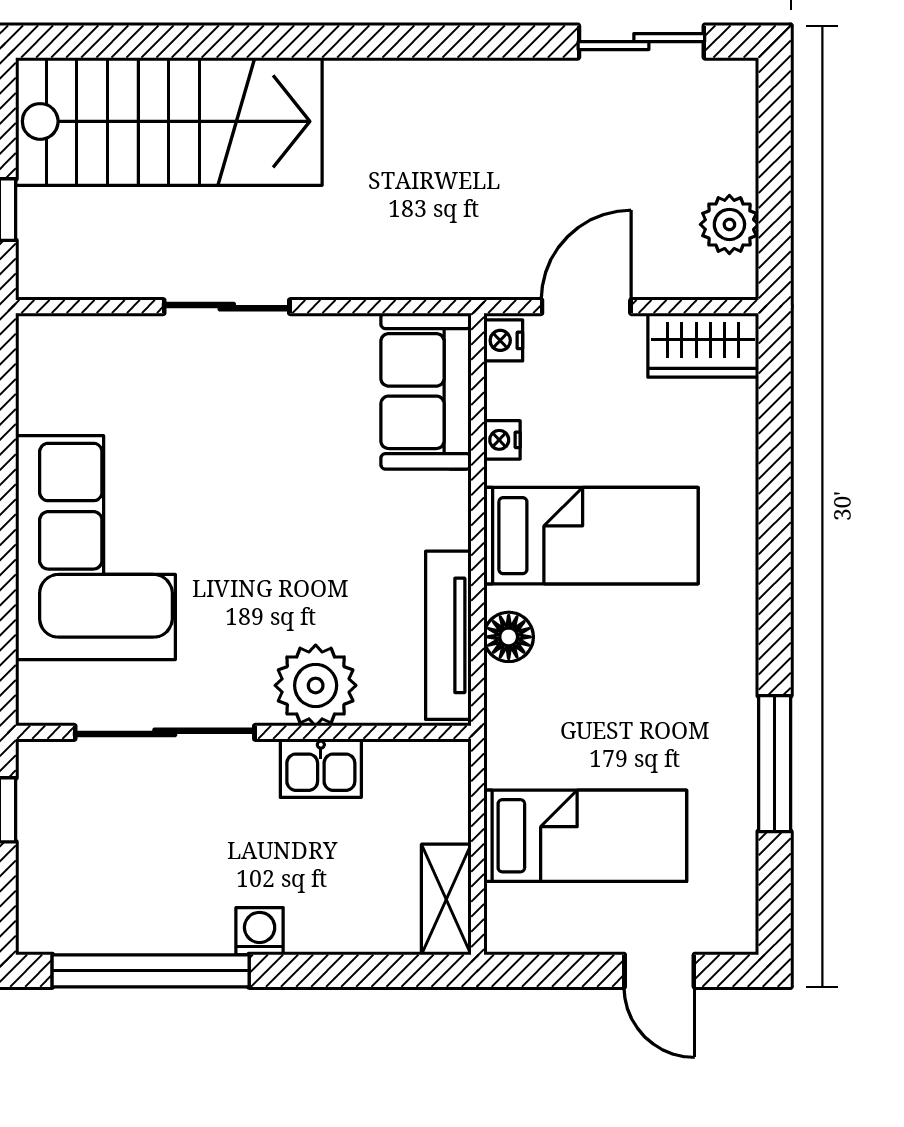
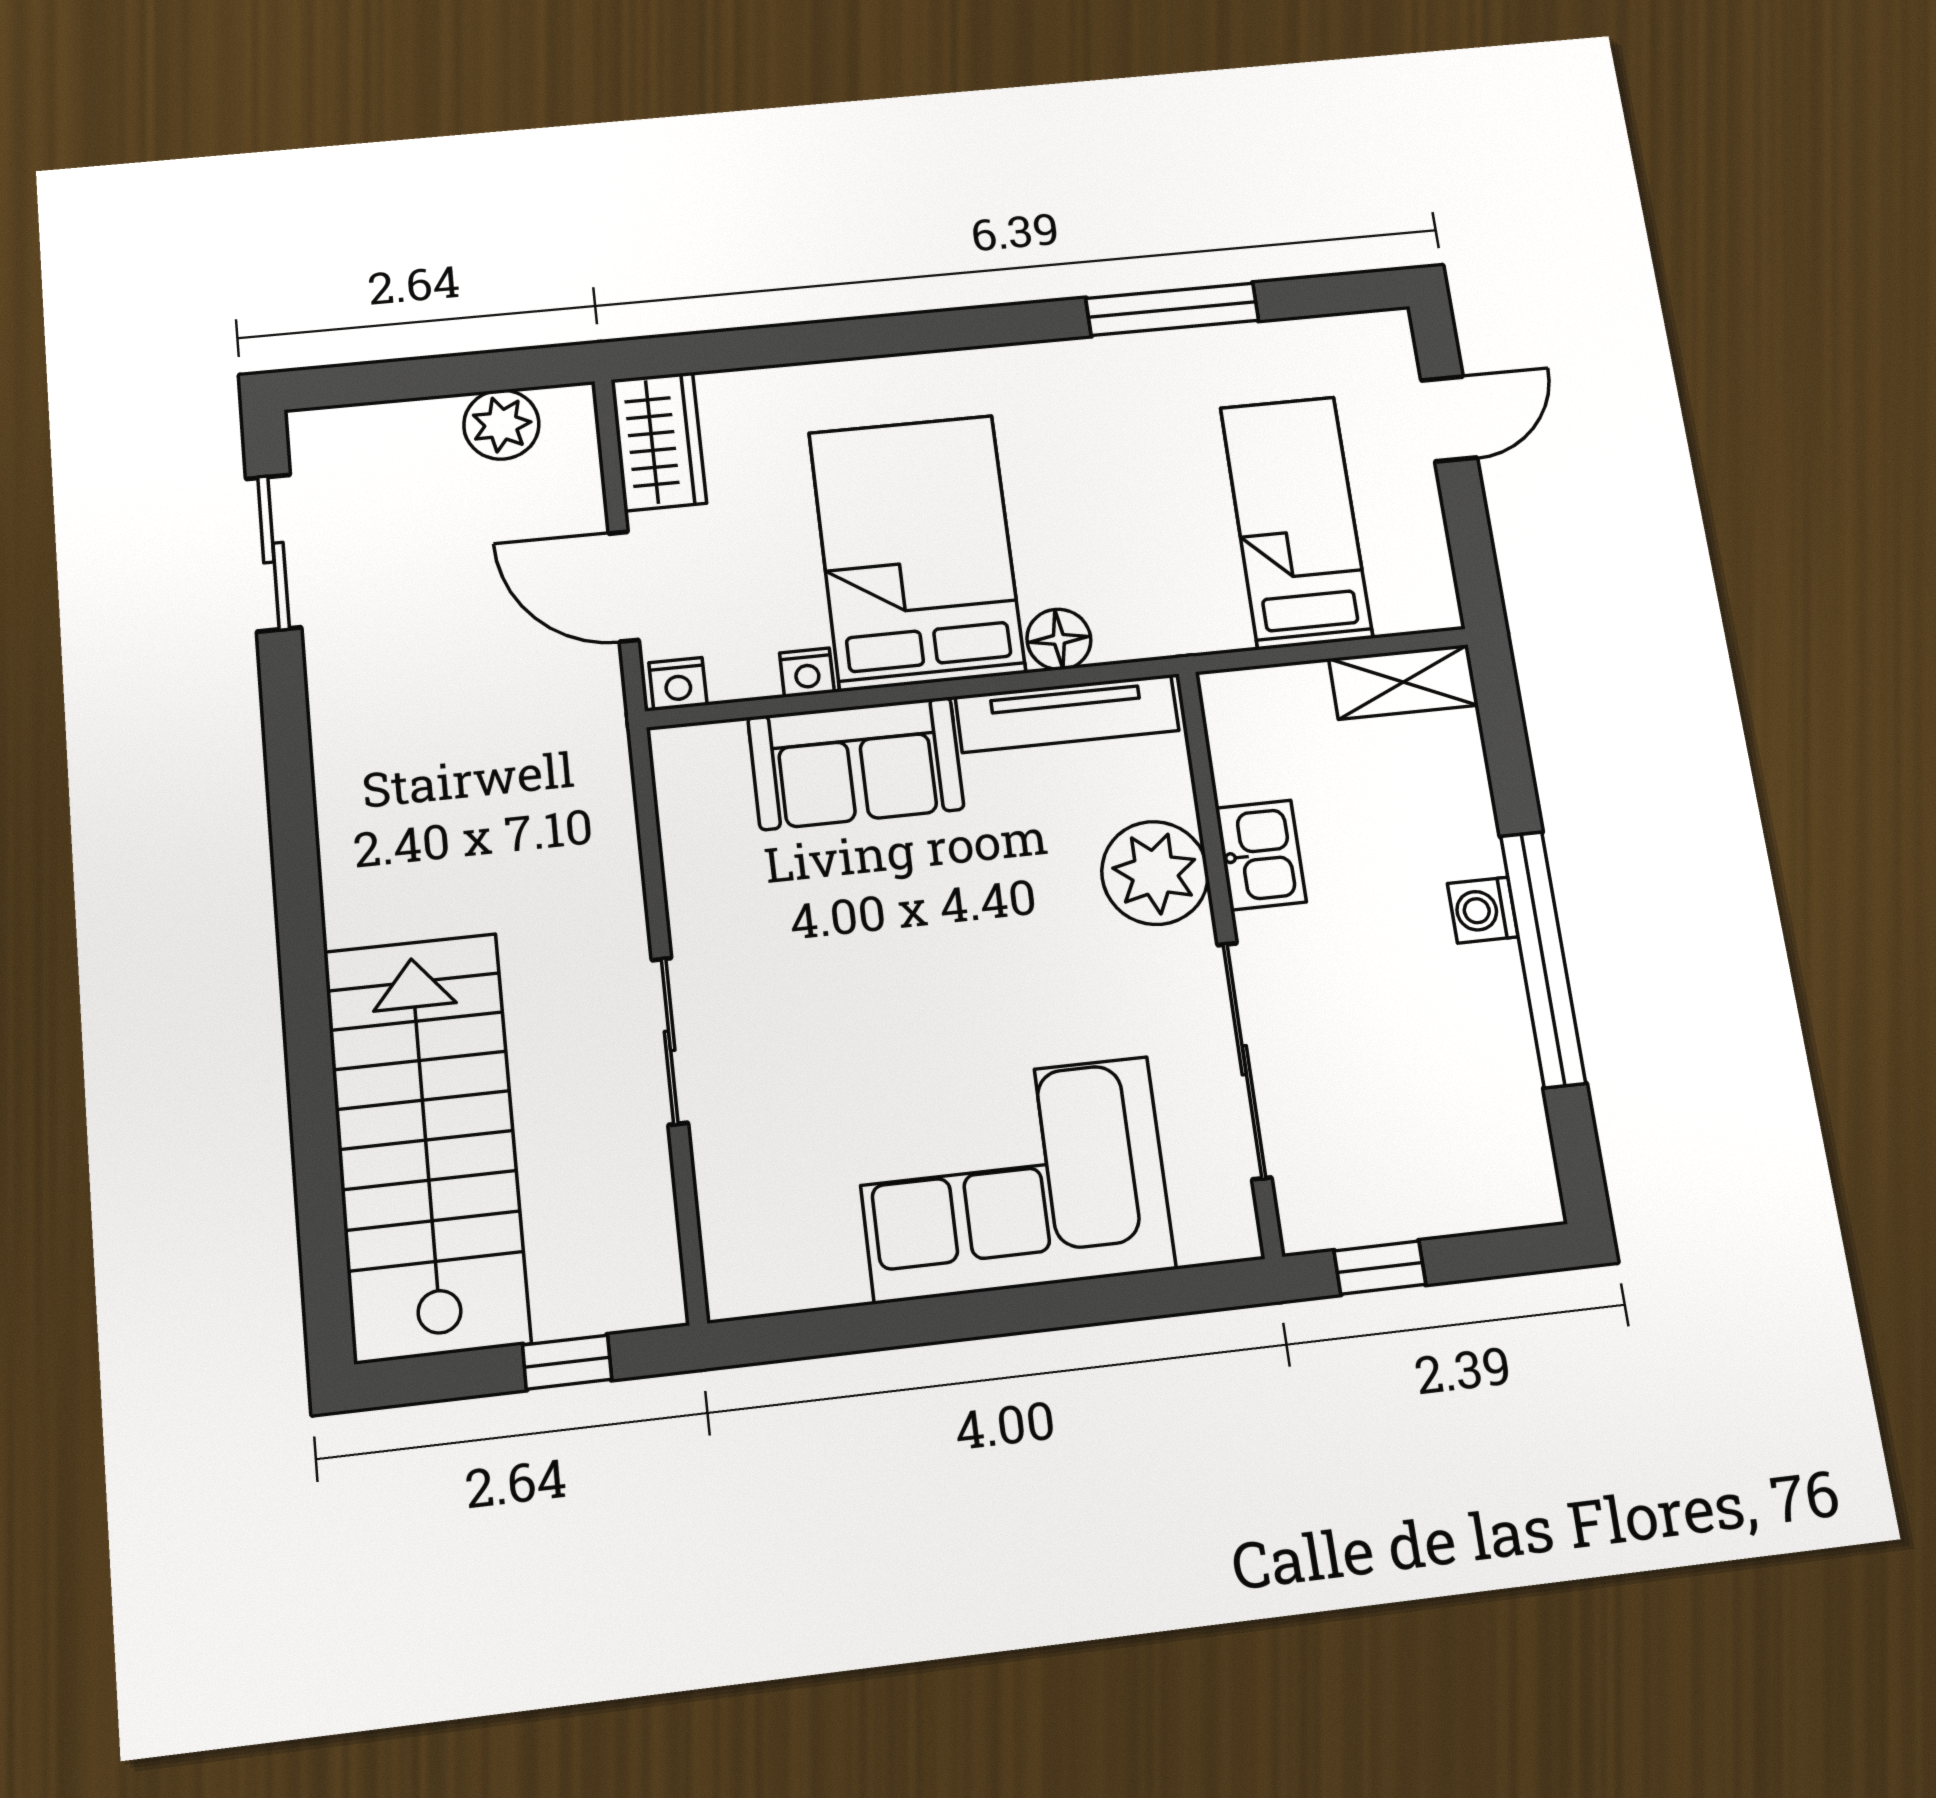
sofa: (426, 391) -> (856, 763), moved
bed: (591, 536) -> (917, 552), width x1.50
window: (151, 971) -> (1543, 959), moved

